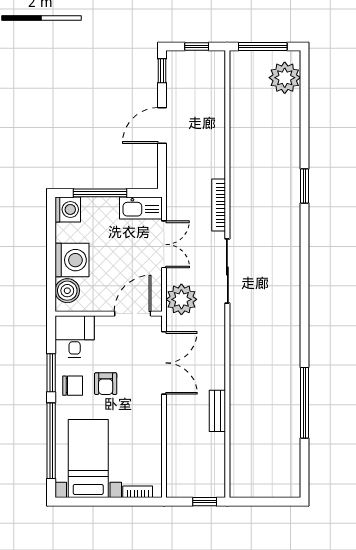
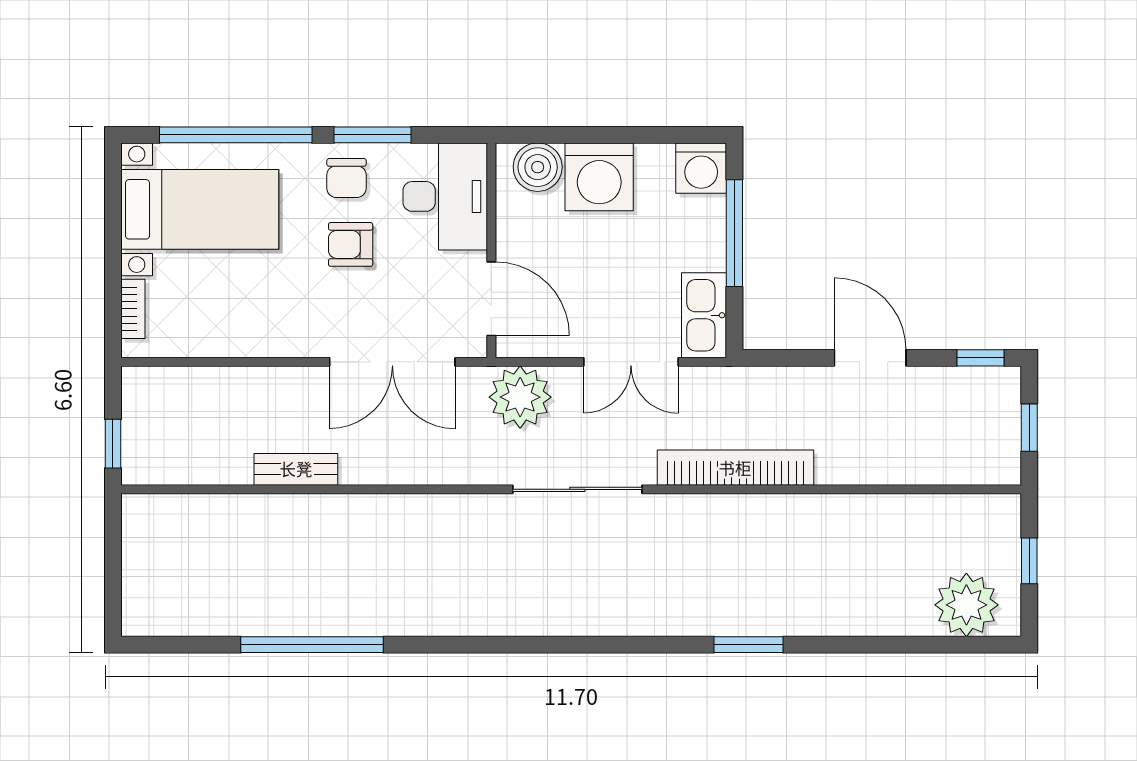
window: (263, 46) -> (1029, 561), width x0.46
bookcase: (219, 205) -> (735, 468), width x1.48, depth x1.31
desk: (75, 337) -> (445, 196), width x1.37

